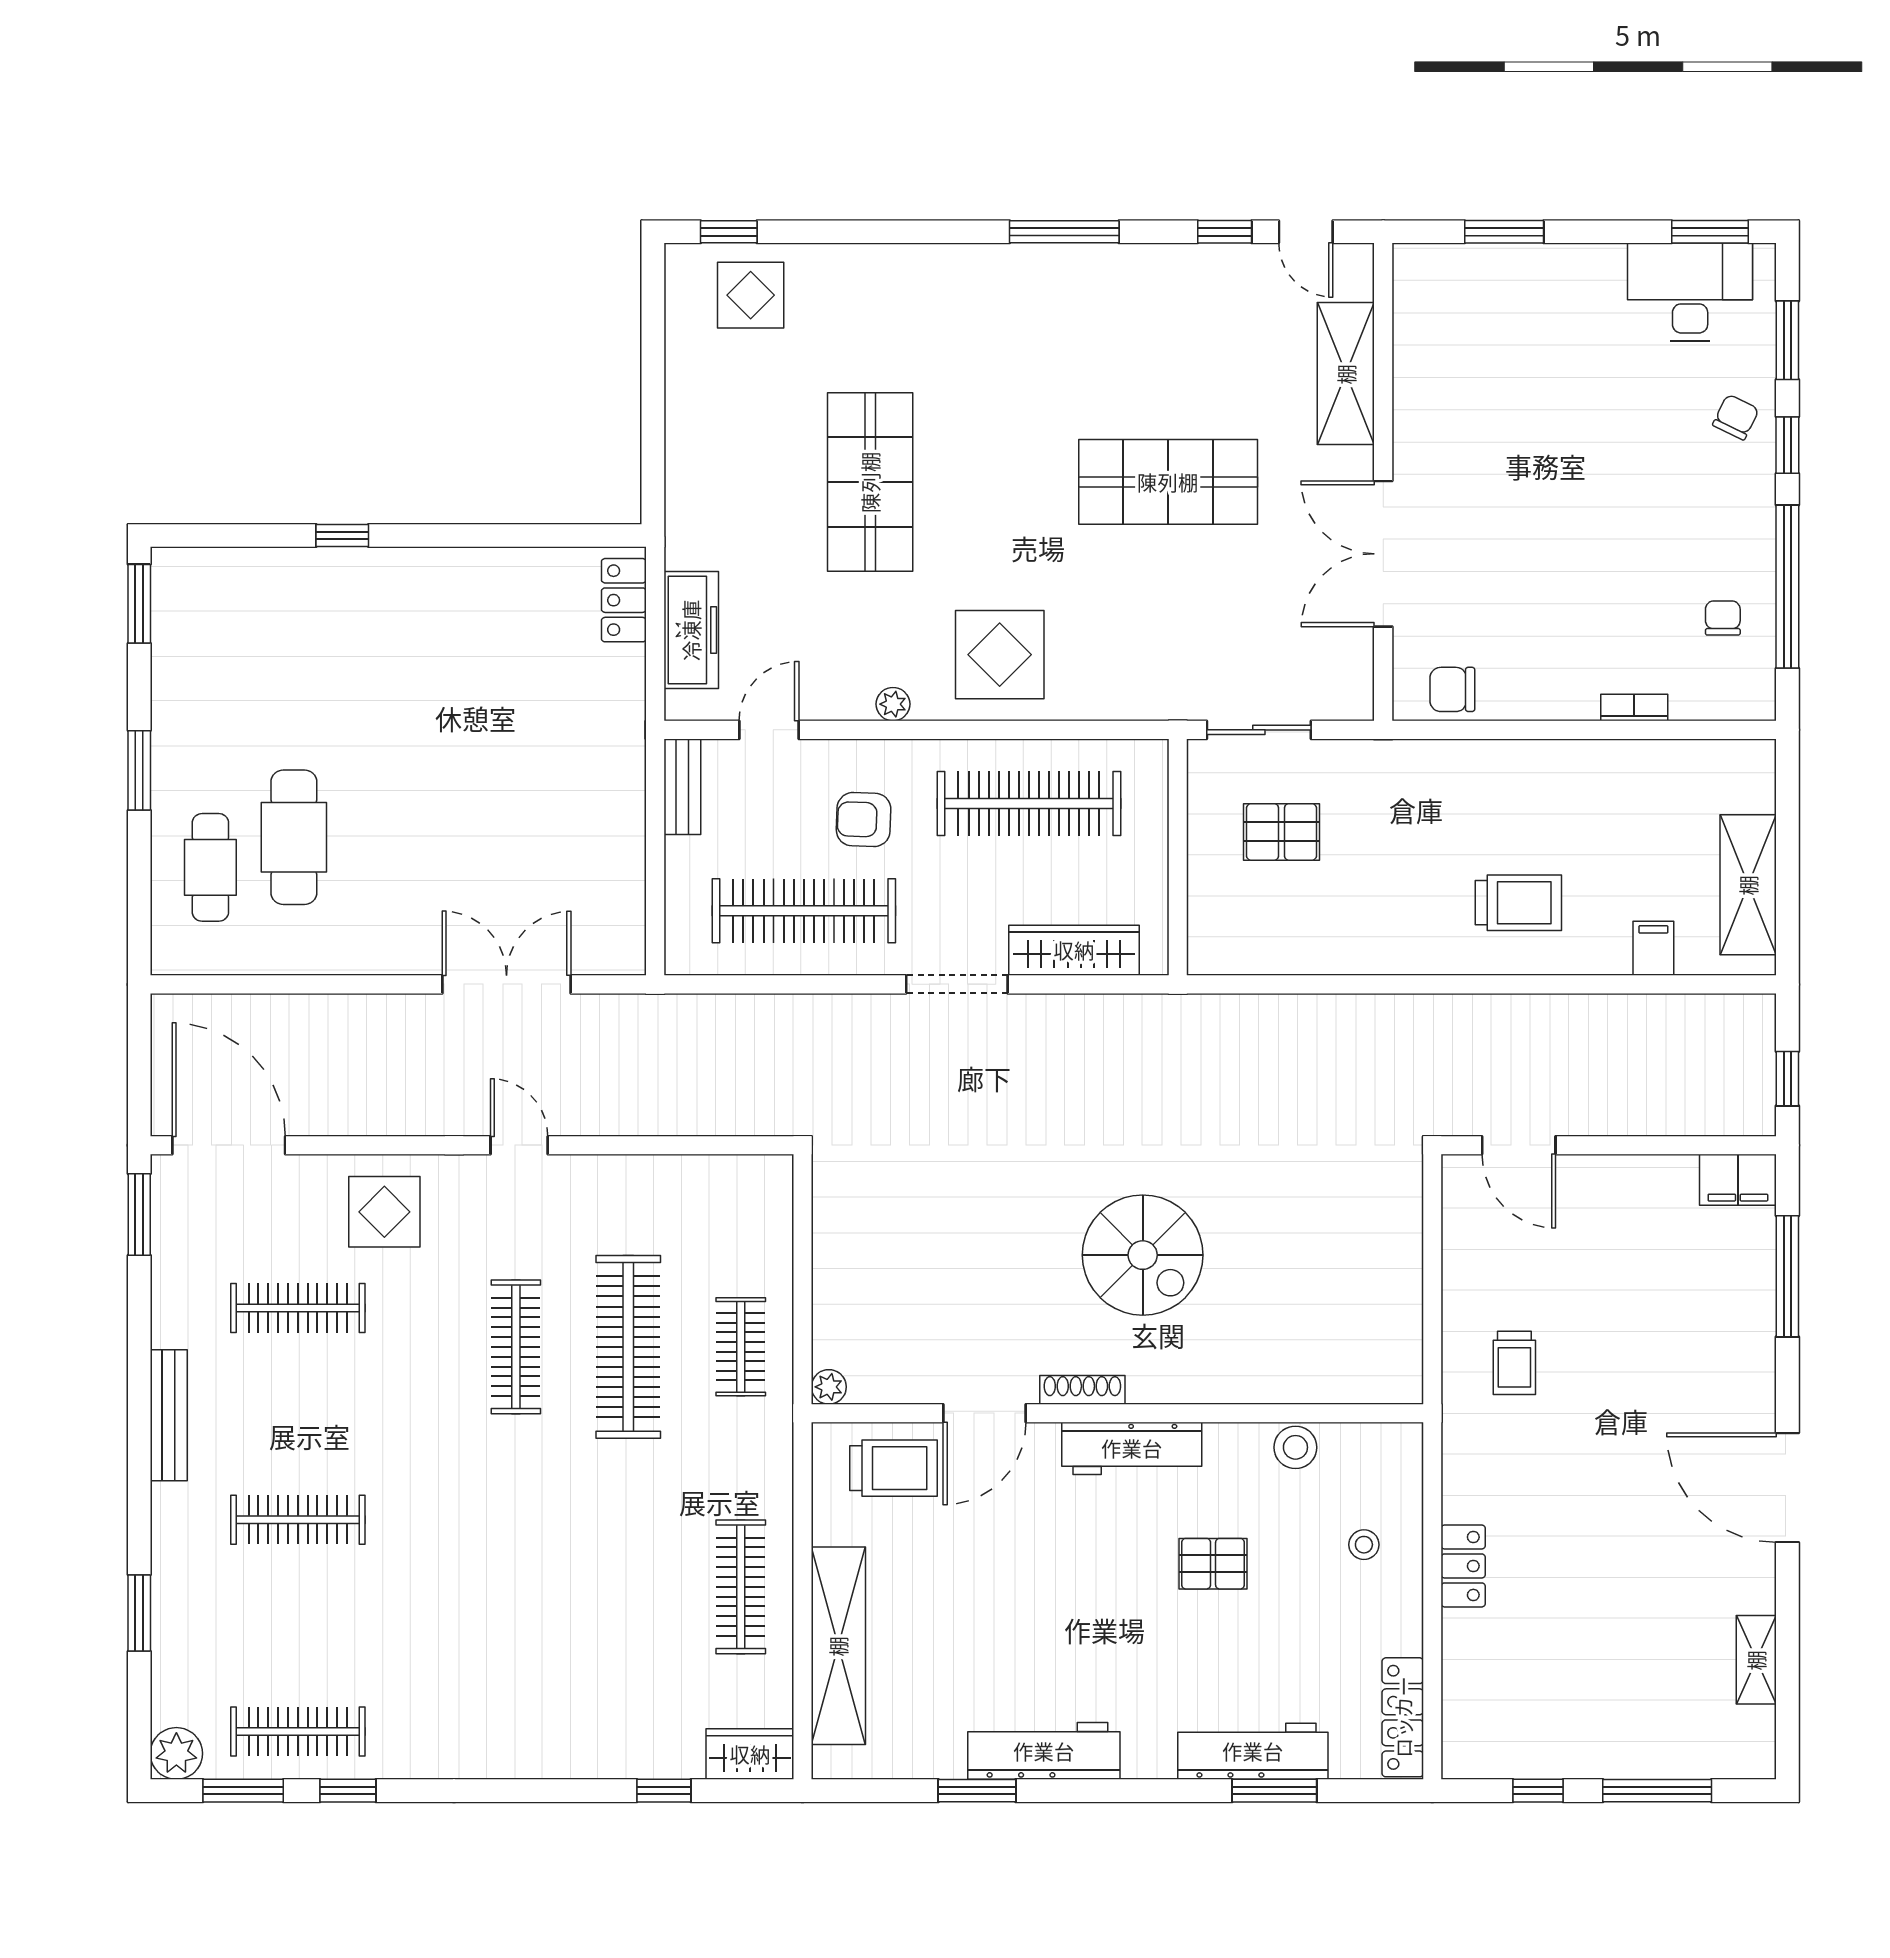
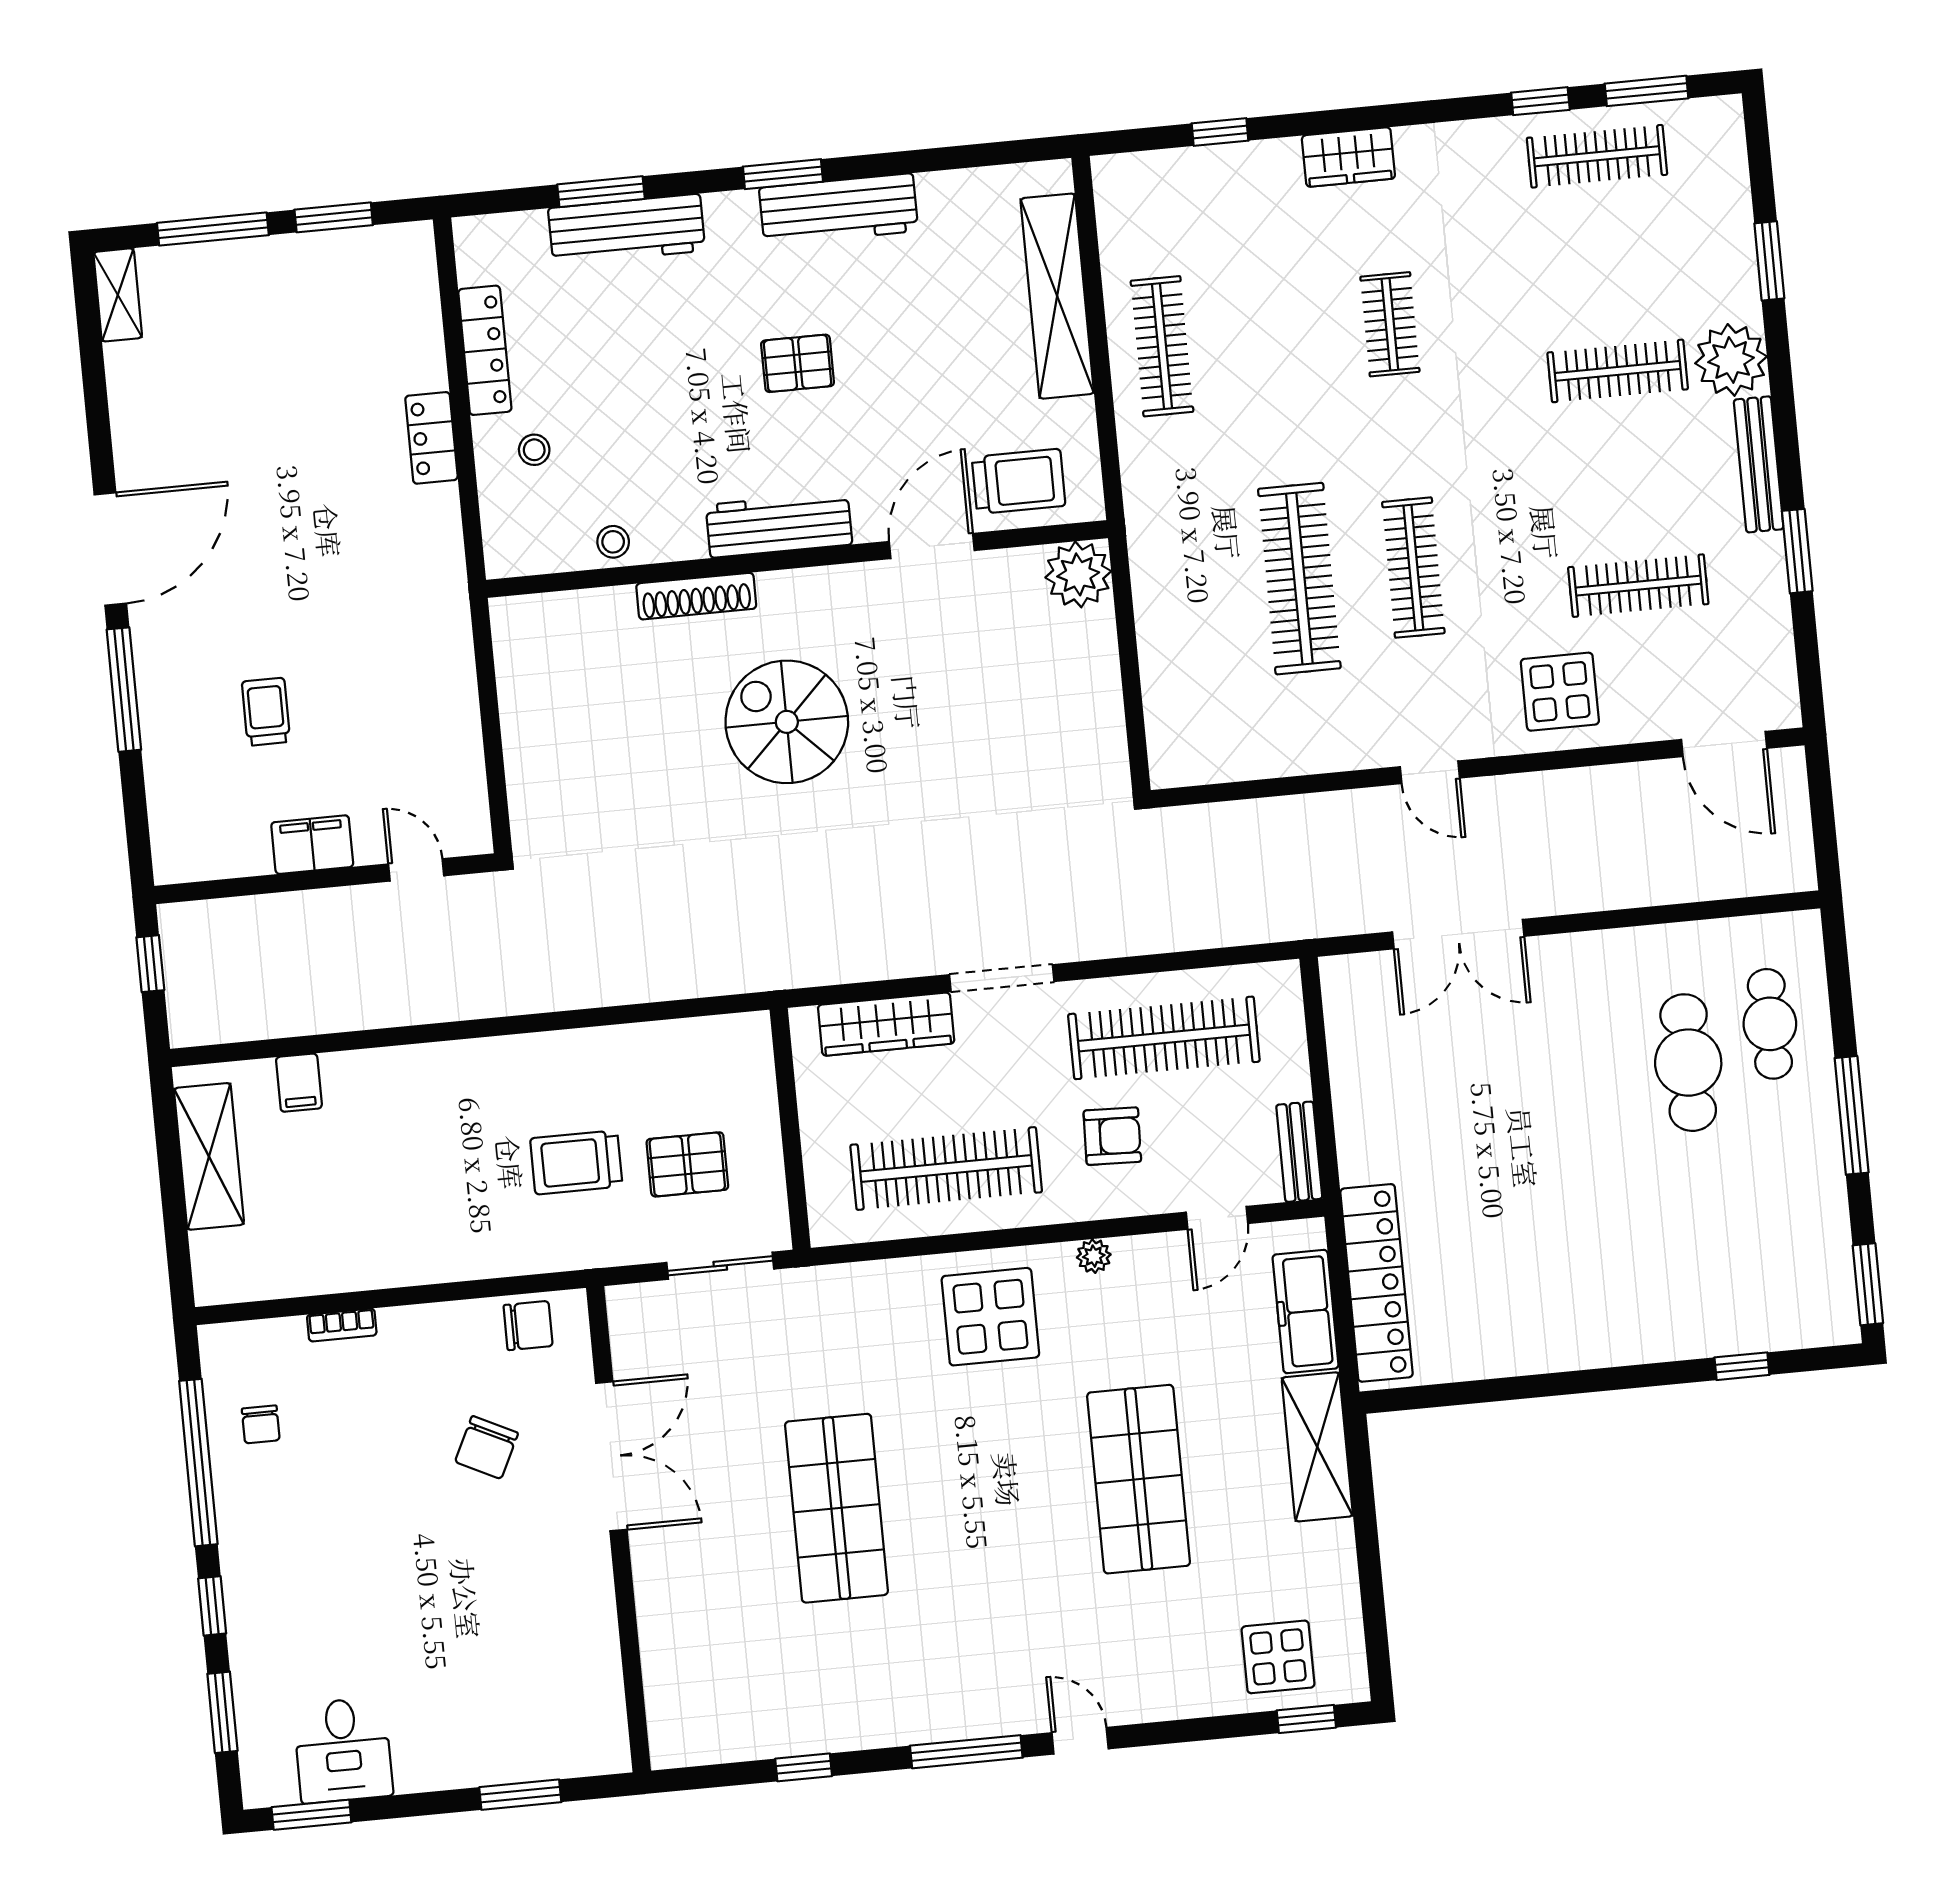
door: (1306, 232) -> (1080, 1741), moved
desk: (1690, 292) -> (343, 1750), width x0.73
shelving: (1346, 374) -> (1317, 1447), moved
chair: (1736, 417) -> (487, 1447), moved, width x1.37, depth x1.37
shop shelf: (1168, 482) -> (836, 1508), turned 90
window: (342, 536) -> (1742, 1366), moved
locker: (624, 600) -> (1377, 1283), width x2.16, depth x1.21
window: (139, 770) -> (1852, 1115), width x1.44
trolley: (1518, 903) -> (576, 1162), moved
door: (229, 1145) -> (1724, 744), width x0.73
door: (1519, 1145) -> (416, 870), width x0.73
filing cabinet: (1738, 1180) -> (312, 845), moved
window: (139, 1215) -> (1797, 551), moved
window: (1787, 1276) -> (124, 690), moved
clothes rail: (741, 1347) -> (1390, 324), moved
trolley: (1514, 1363) -> (266, 712), moved
plant: (829, 1387) -> (1078, 574), width x1.88, depth x1.88
shoe rack: (1082, 1390) -> (696, 596), moved, width x1.36, depth x1.24
stool: (1295, 1447) -> (613, 542), width x0.73, depth x0.73
trolley: (893, 1468) -> (1019, 481), turned 180
door: (1787, 1488) -> (110, 549), hinge flipped
pallet: (1213, 1564) -> (798, 363), moved
shelving: (1756, 1660) -> (118, 295), moved
locker: (1403, 1717) -> (485, 350), moved
plant: (176, 1753) -> (1731, 360), moved, width x1.36, depth x1.36
wardrobe: (750, 1754) -> (1348, 157), moved
window: (977, 1791) -> (783, 174), moved
window: (1538, 1791) -> (334, 217), width x1.50

